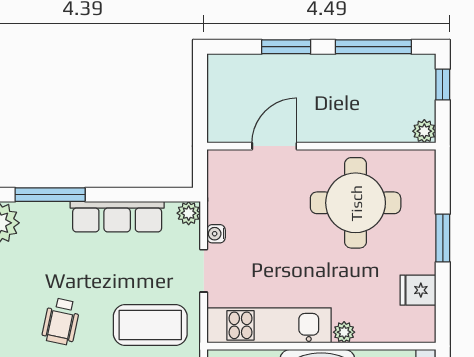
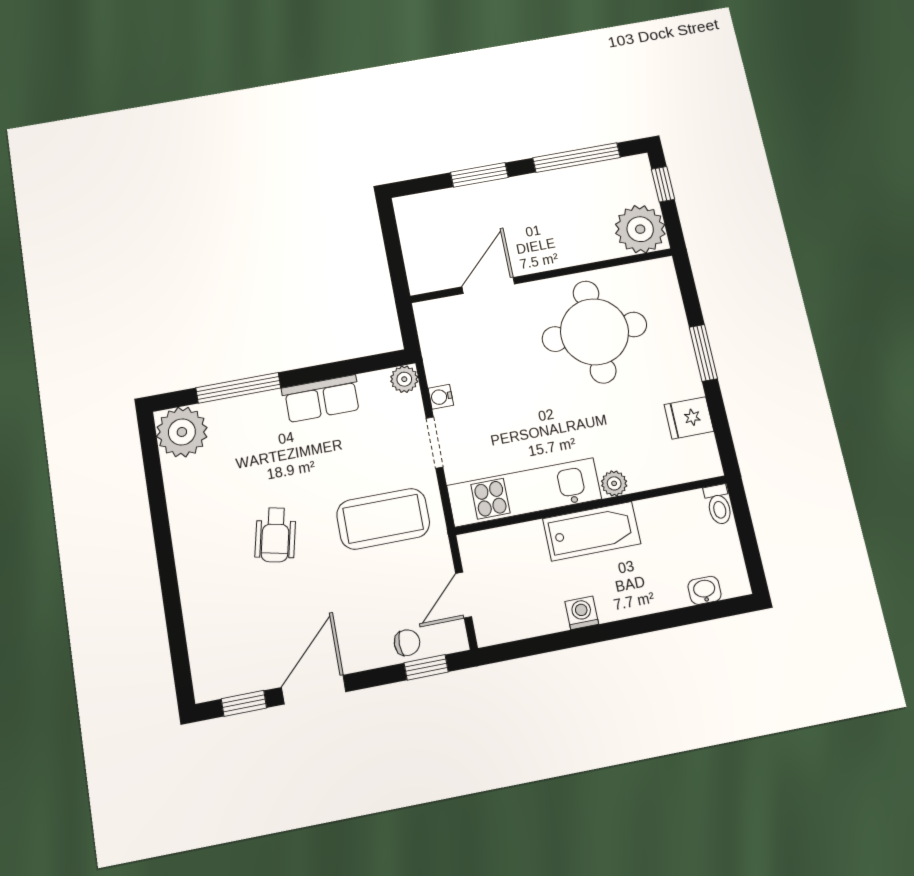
plant: (424, 131) -> (640, 229), width x1.88, depth x1.88
row of seats: (117, 217) -> (321, 399), width x0.68

